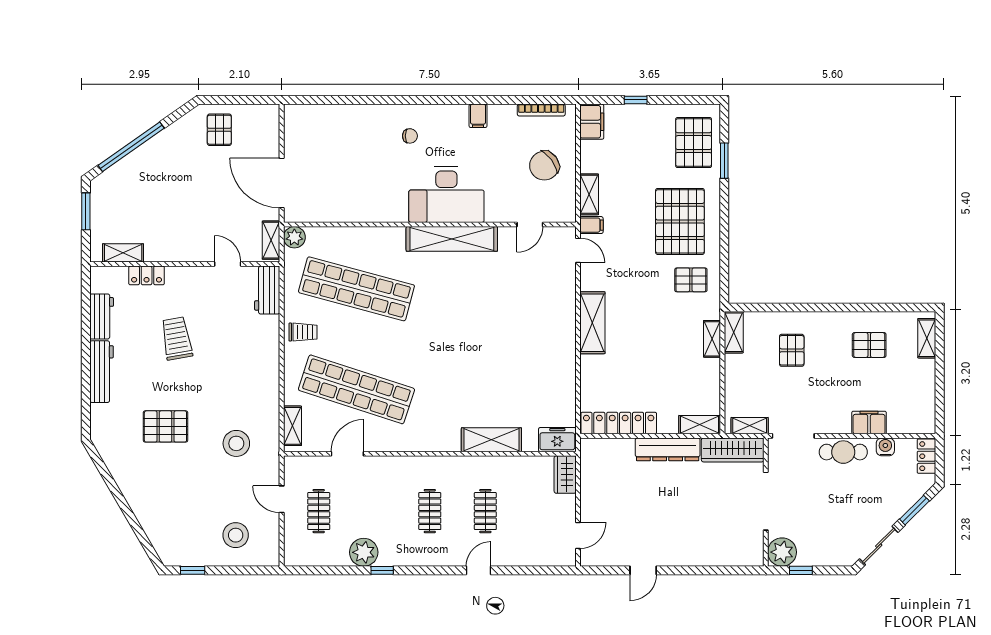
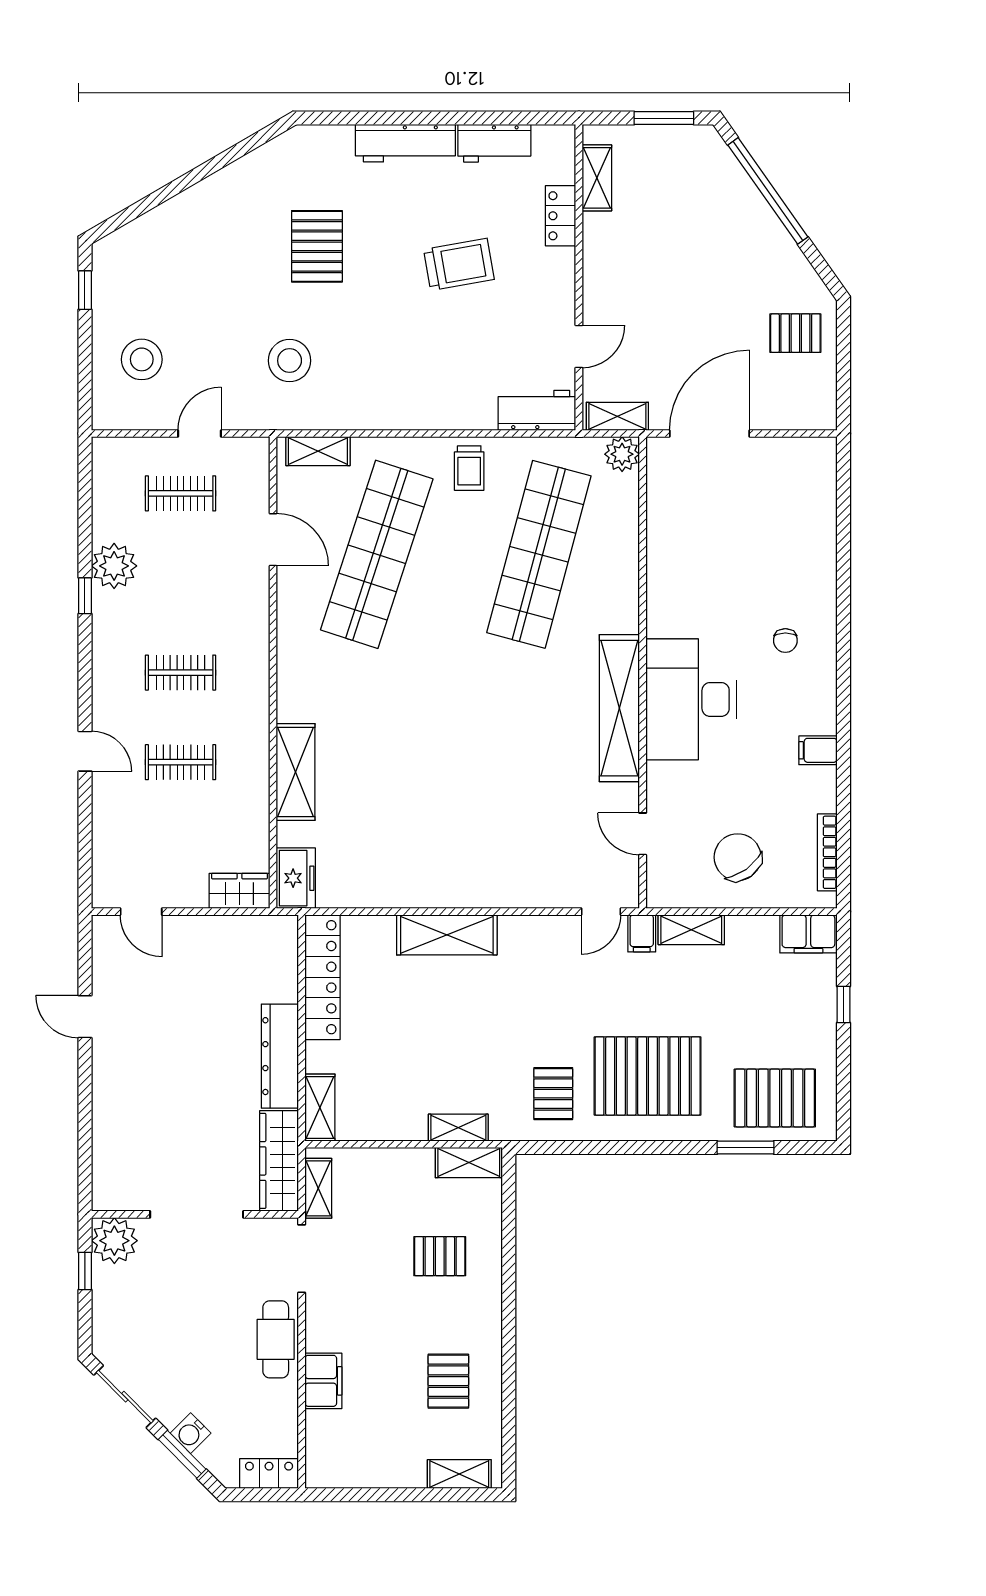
shelving: (592, 323) -> (447, 935), moved
water cooler: (885, 447) -> (191, 1433), moved, turned 135

